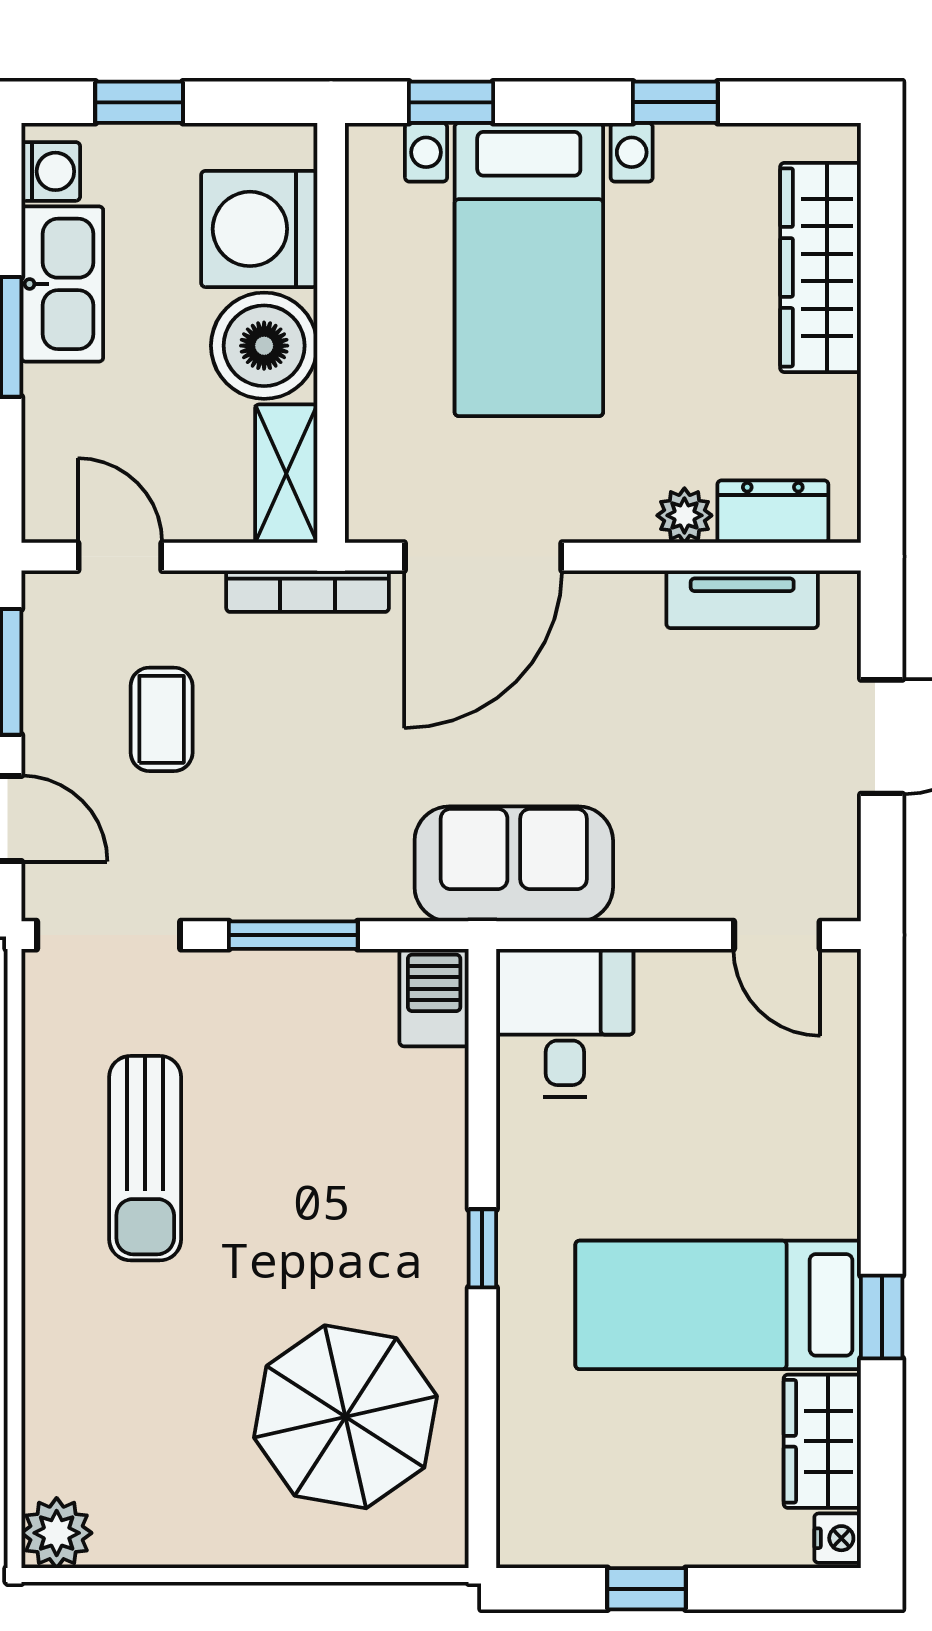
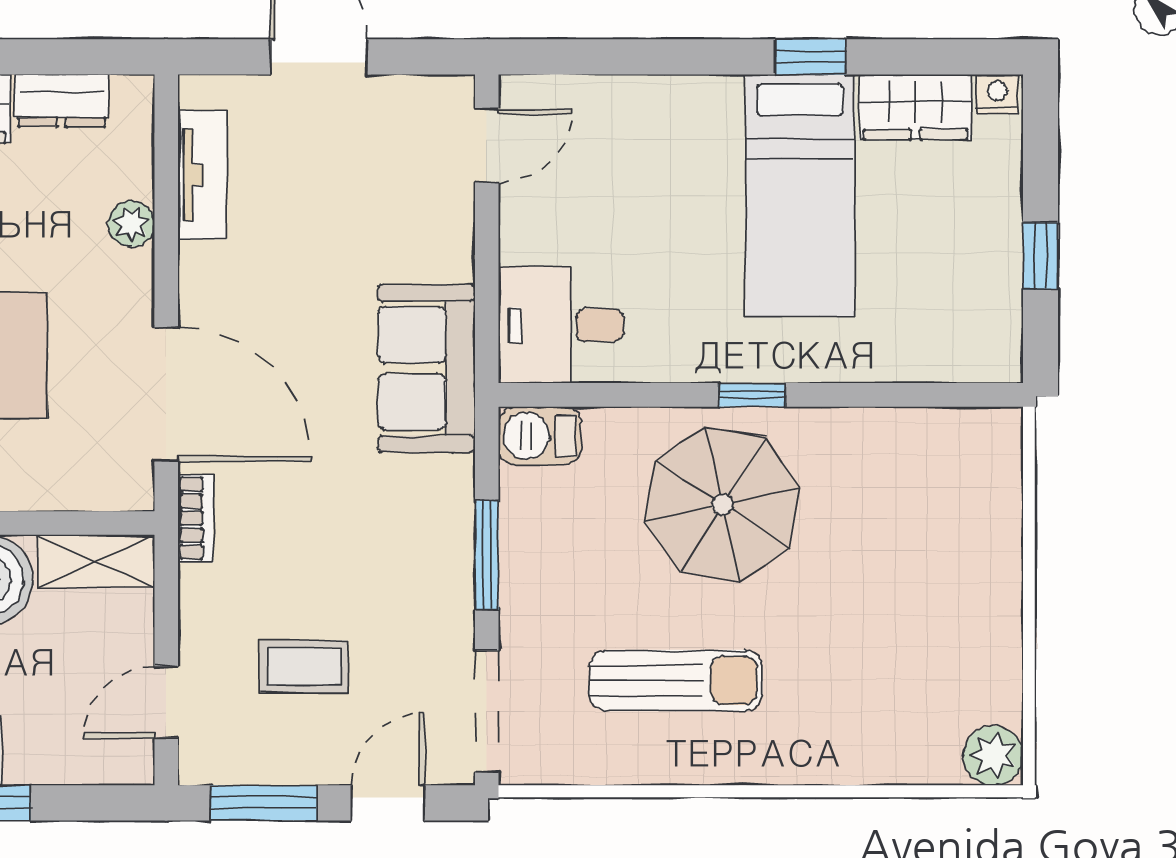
dresser: (773, 512) -> (62, 101), moved, turned -90
bookcase: (308, 591) -> (195, 518), width x0.64
parasol: (345, 1417) -> (723, 504), moved

